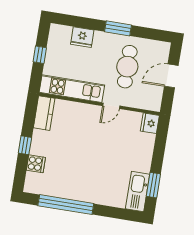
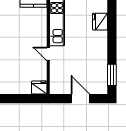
window: (118, 28) -> (112, 75), moved
cafe table: (127, 67) -> (82, 62), removed

